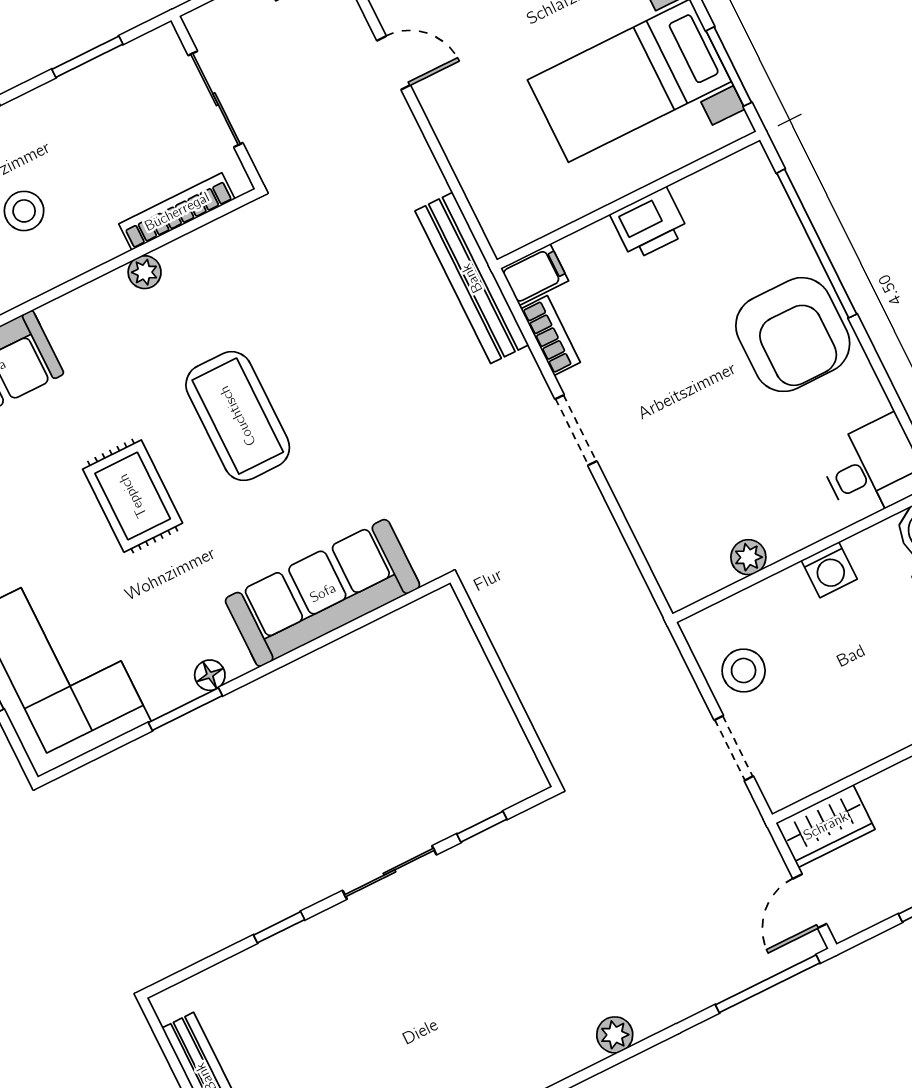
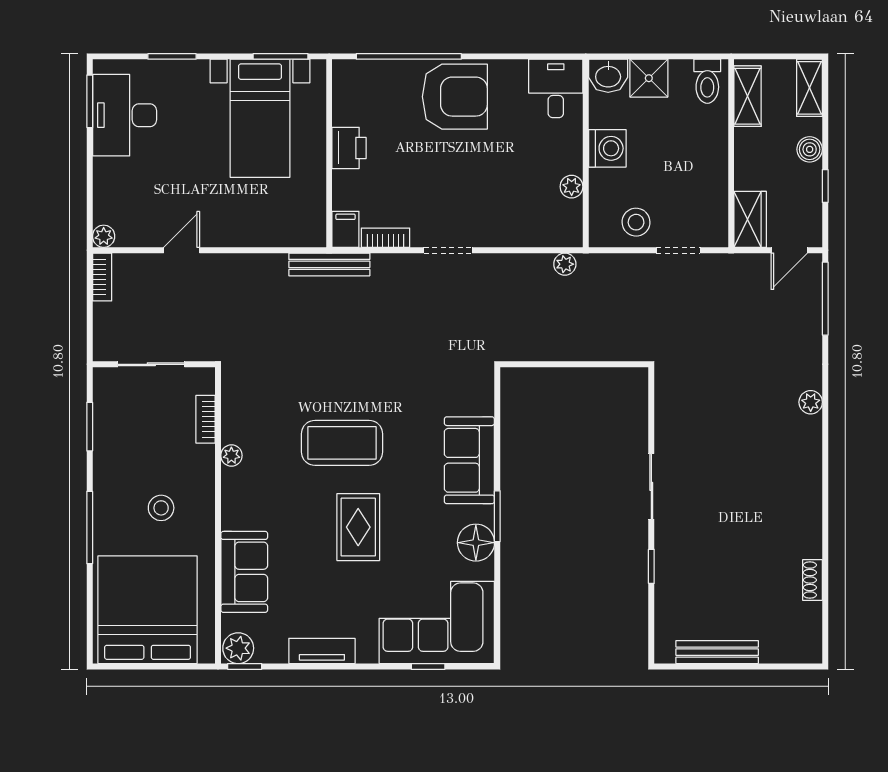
bookcase: (177, 212) -> (206, 419), width x0.64
bench: (472, 278) -> (329, 264), width x0.73, depth x0.82
rug: (133, 496) -> (358, 527), turned 90
washing machine: (829, 570) -> (607, 148), width x1.38, depth x1.38
sofa: (323, 593) -> (469, 460), width x0.73
plant: (637, 601) -> (565, 264), added
floor lamp: (210, 675) -> (476, 543), width x1.89, depth x1.89
window: (185, 709) -> (497, 516), moved
window: (482, 827) -> (651, 419), removed
door: (810, 901) -> (789, 250), hinge flipped

